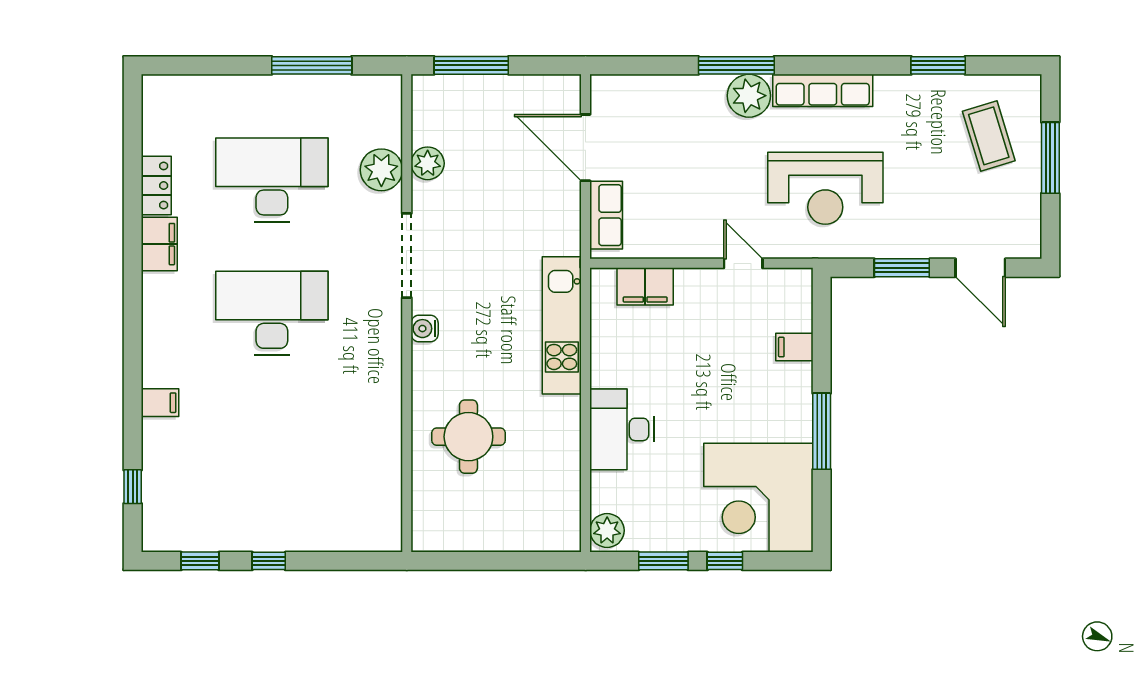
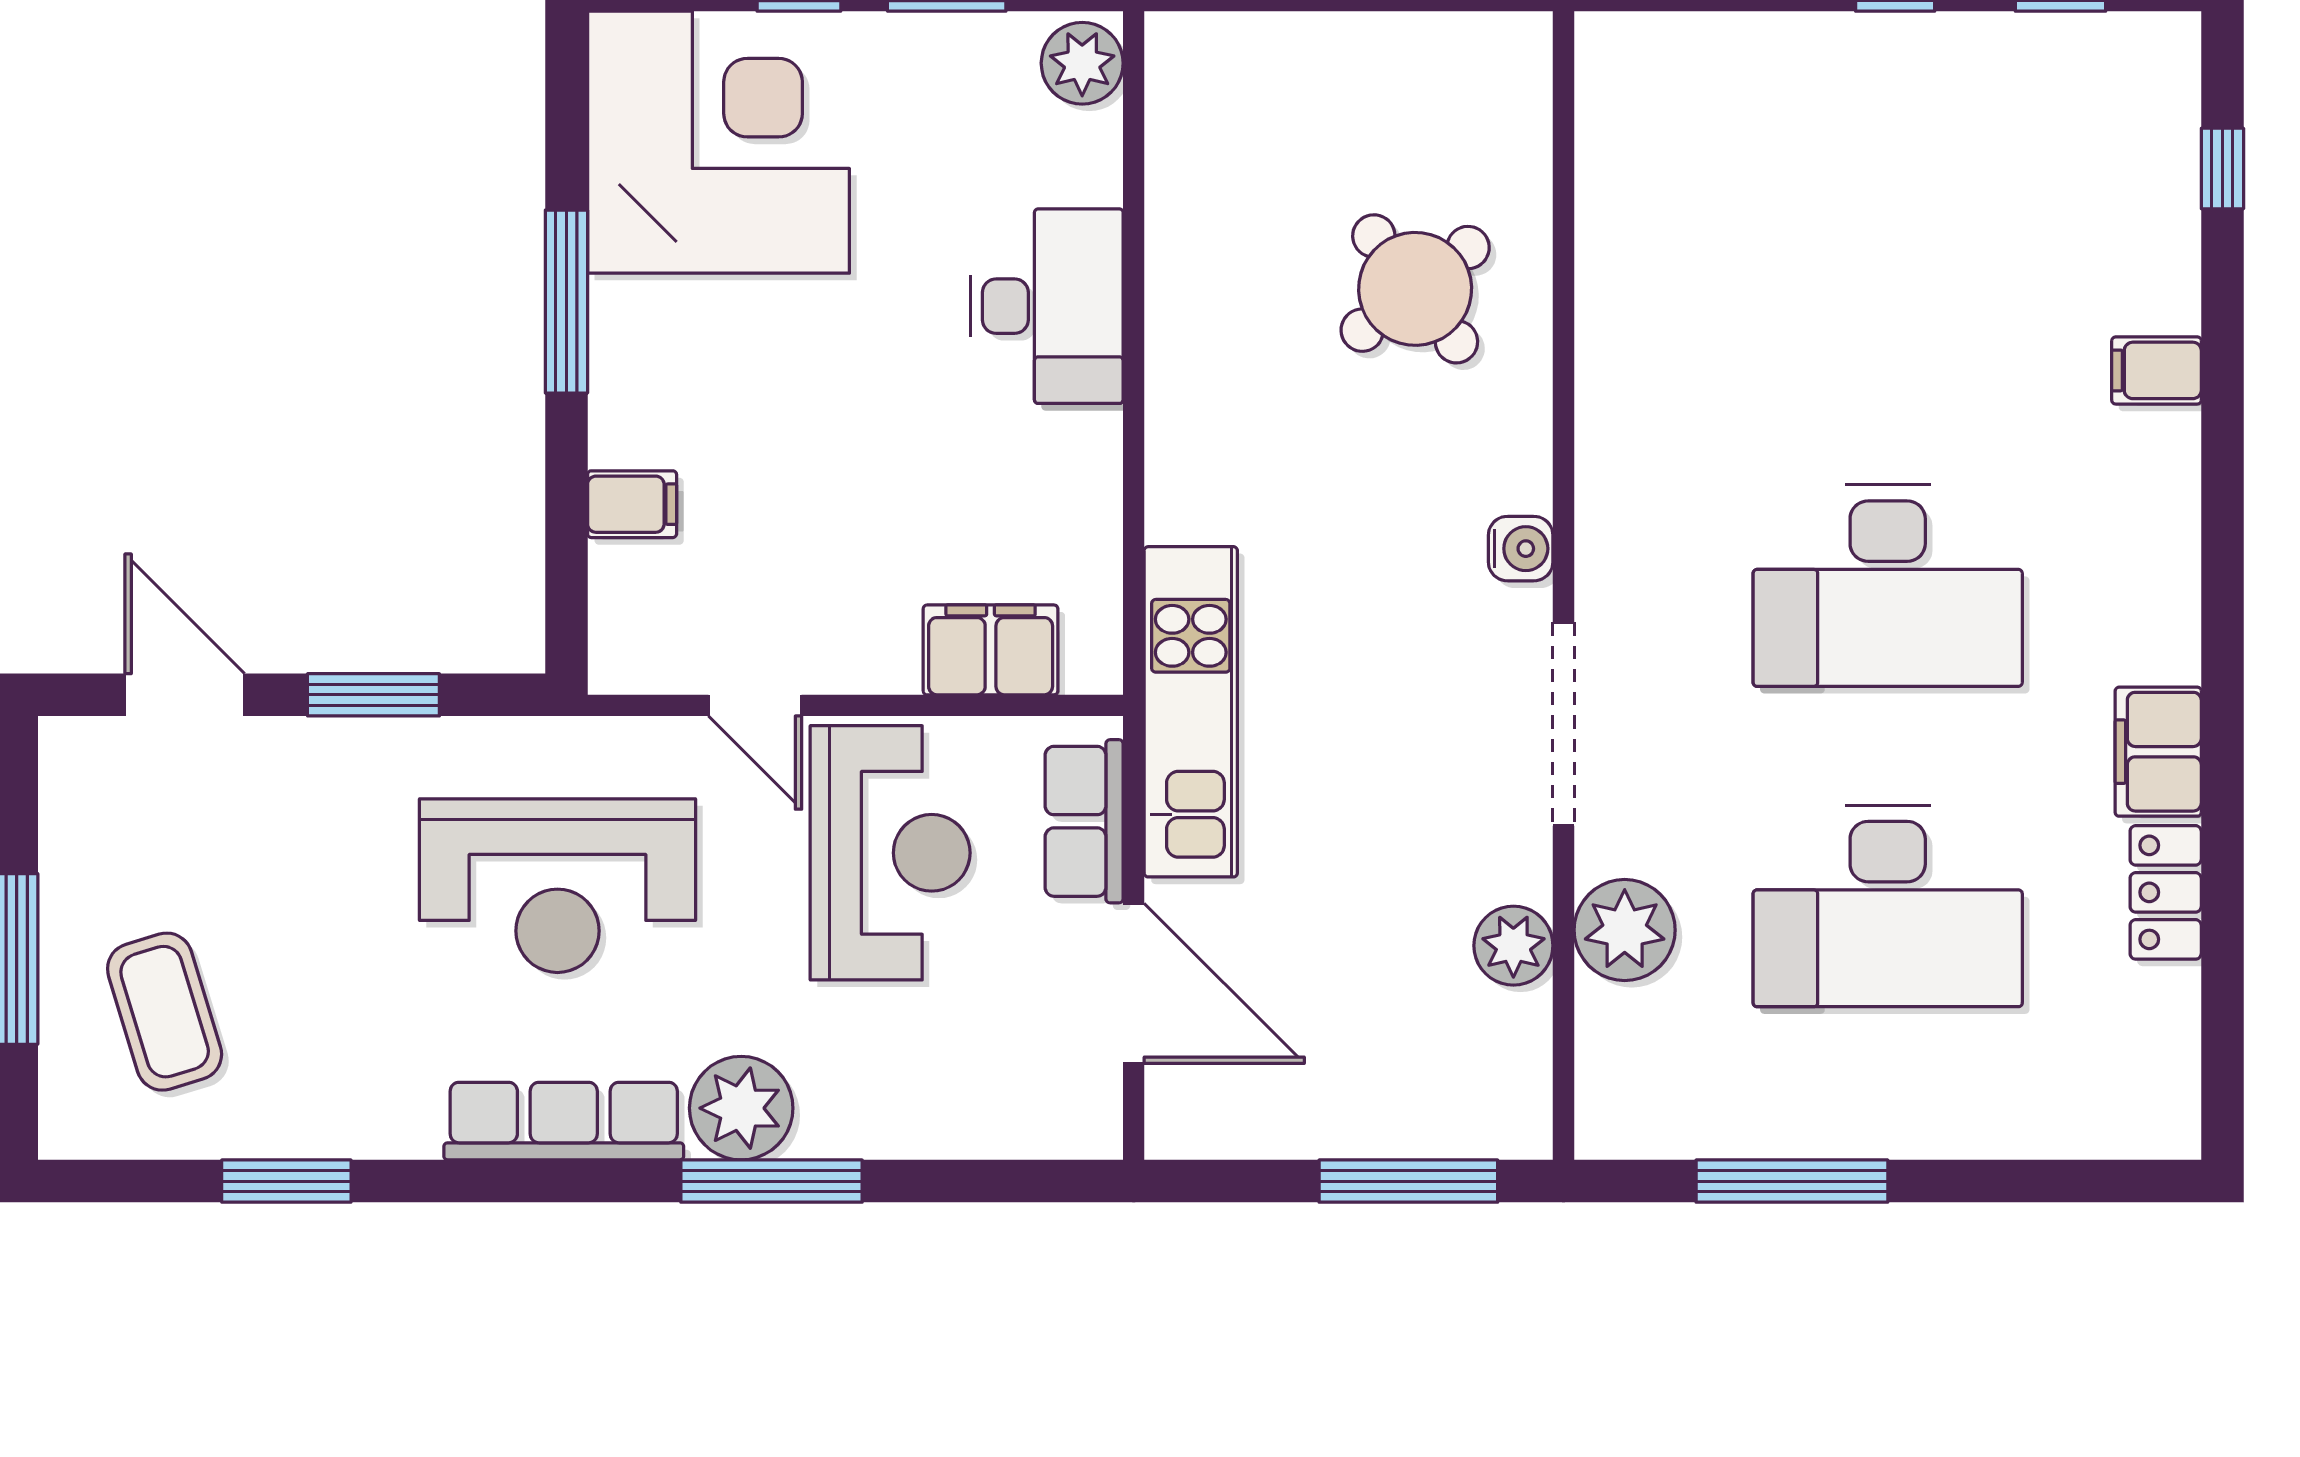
reception desk: (825, 188) -> (557, 886), turned 180
reception desk: (687, 202) -> (890, 853), added
kitchen unit: (562, 325) -> (1191, 712), moved
round table: (468, 437) -> (1415, 289), turned -38

